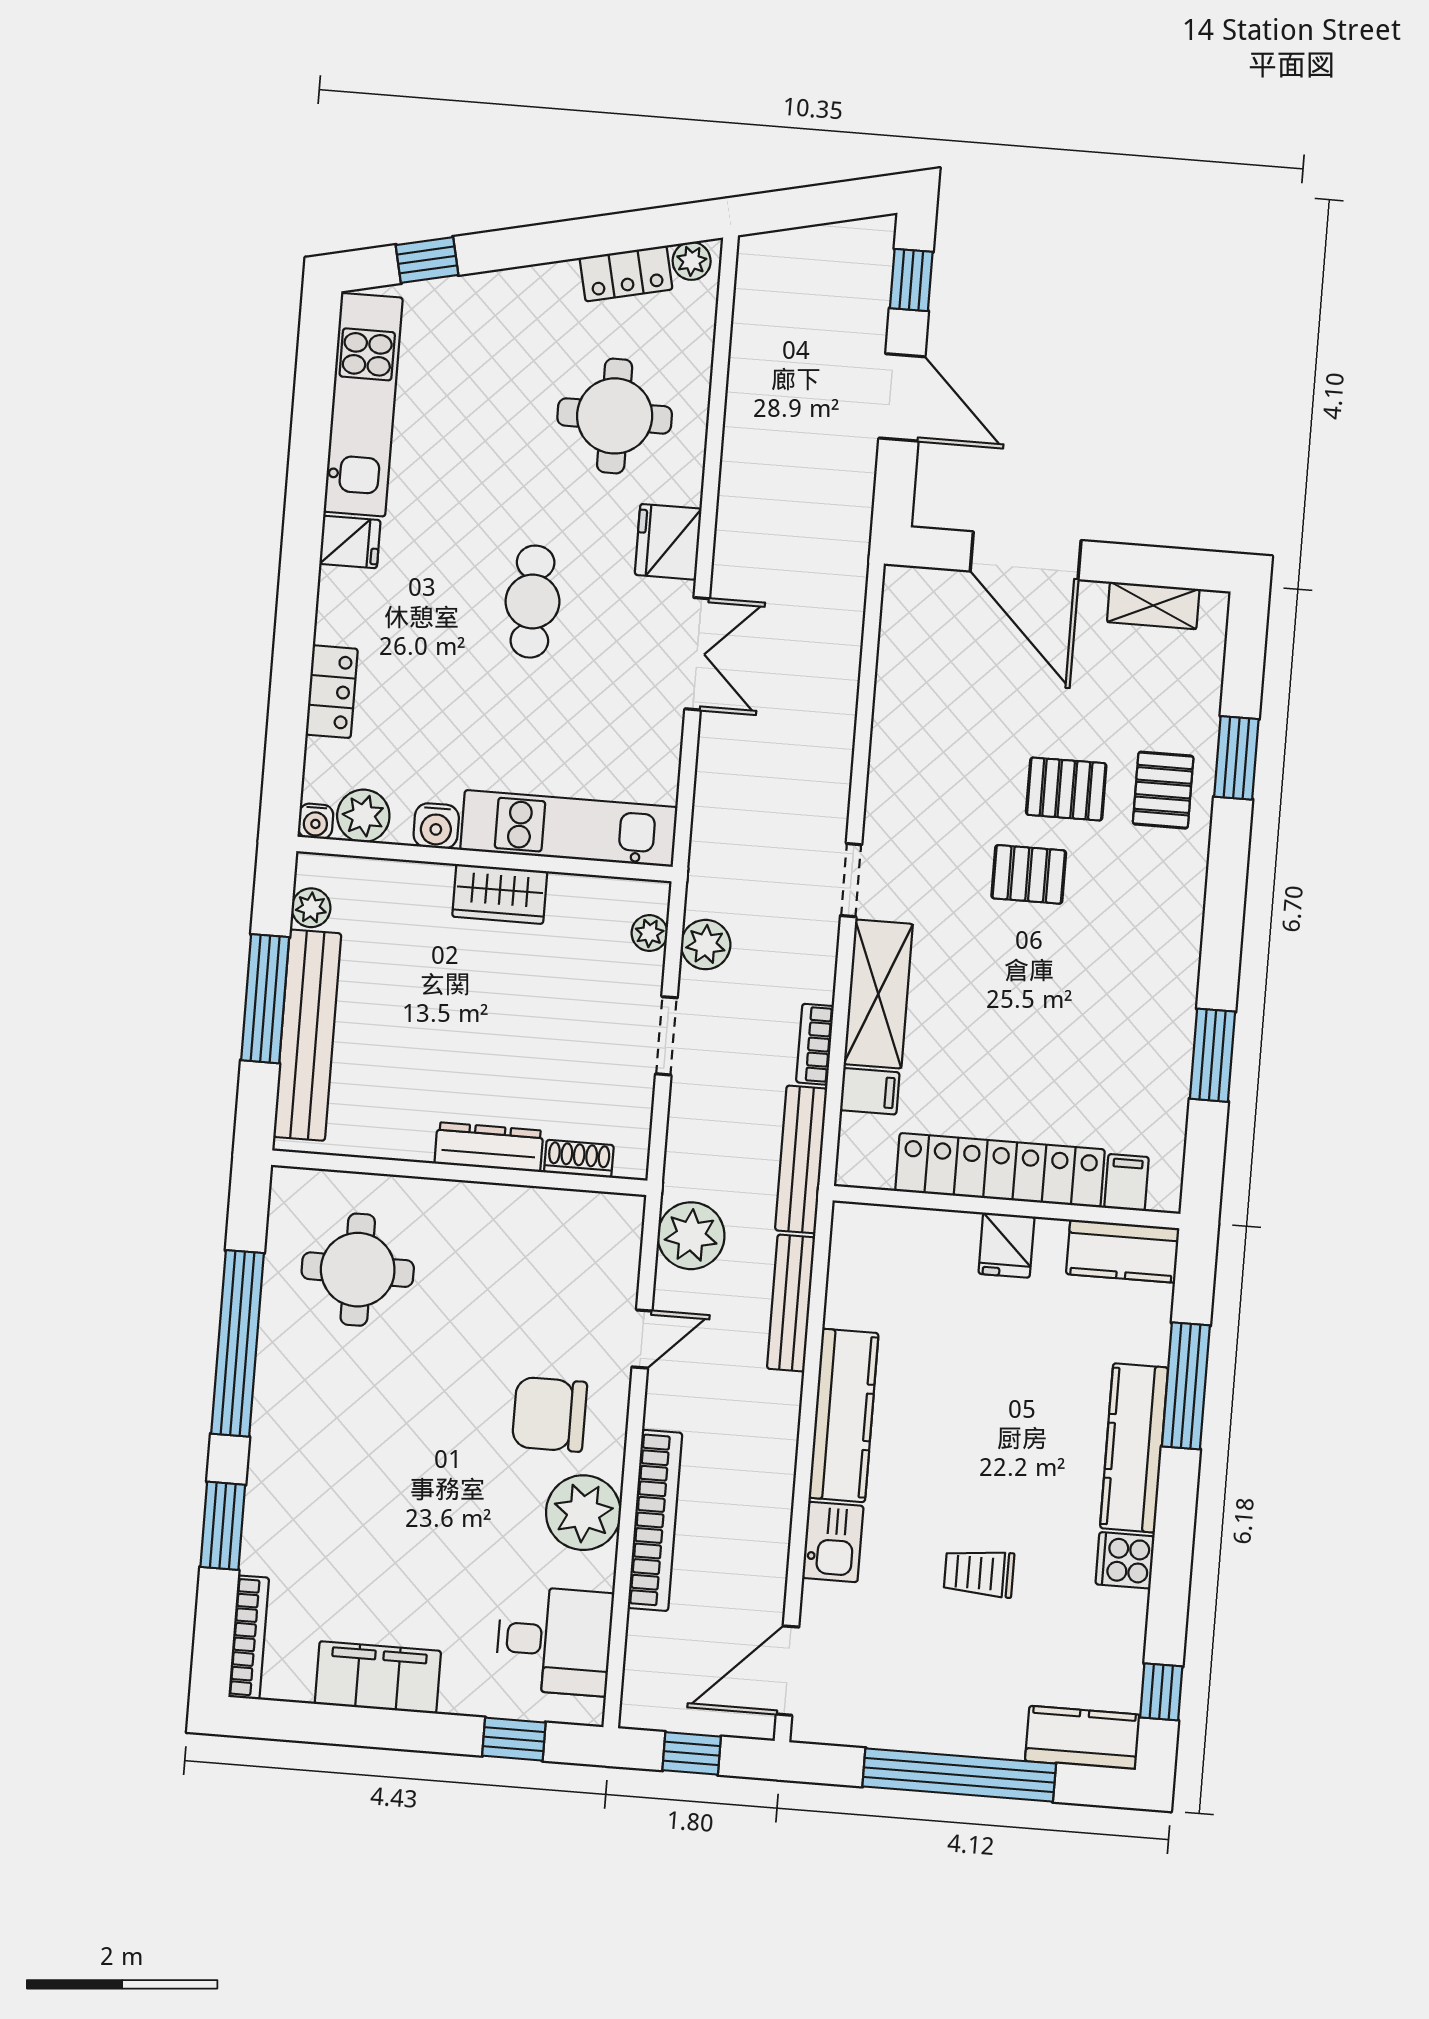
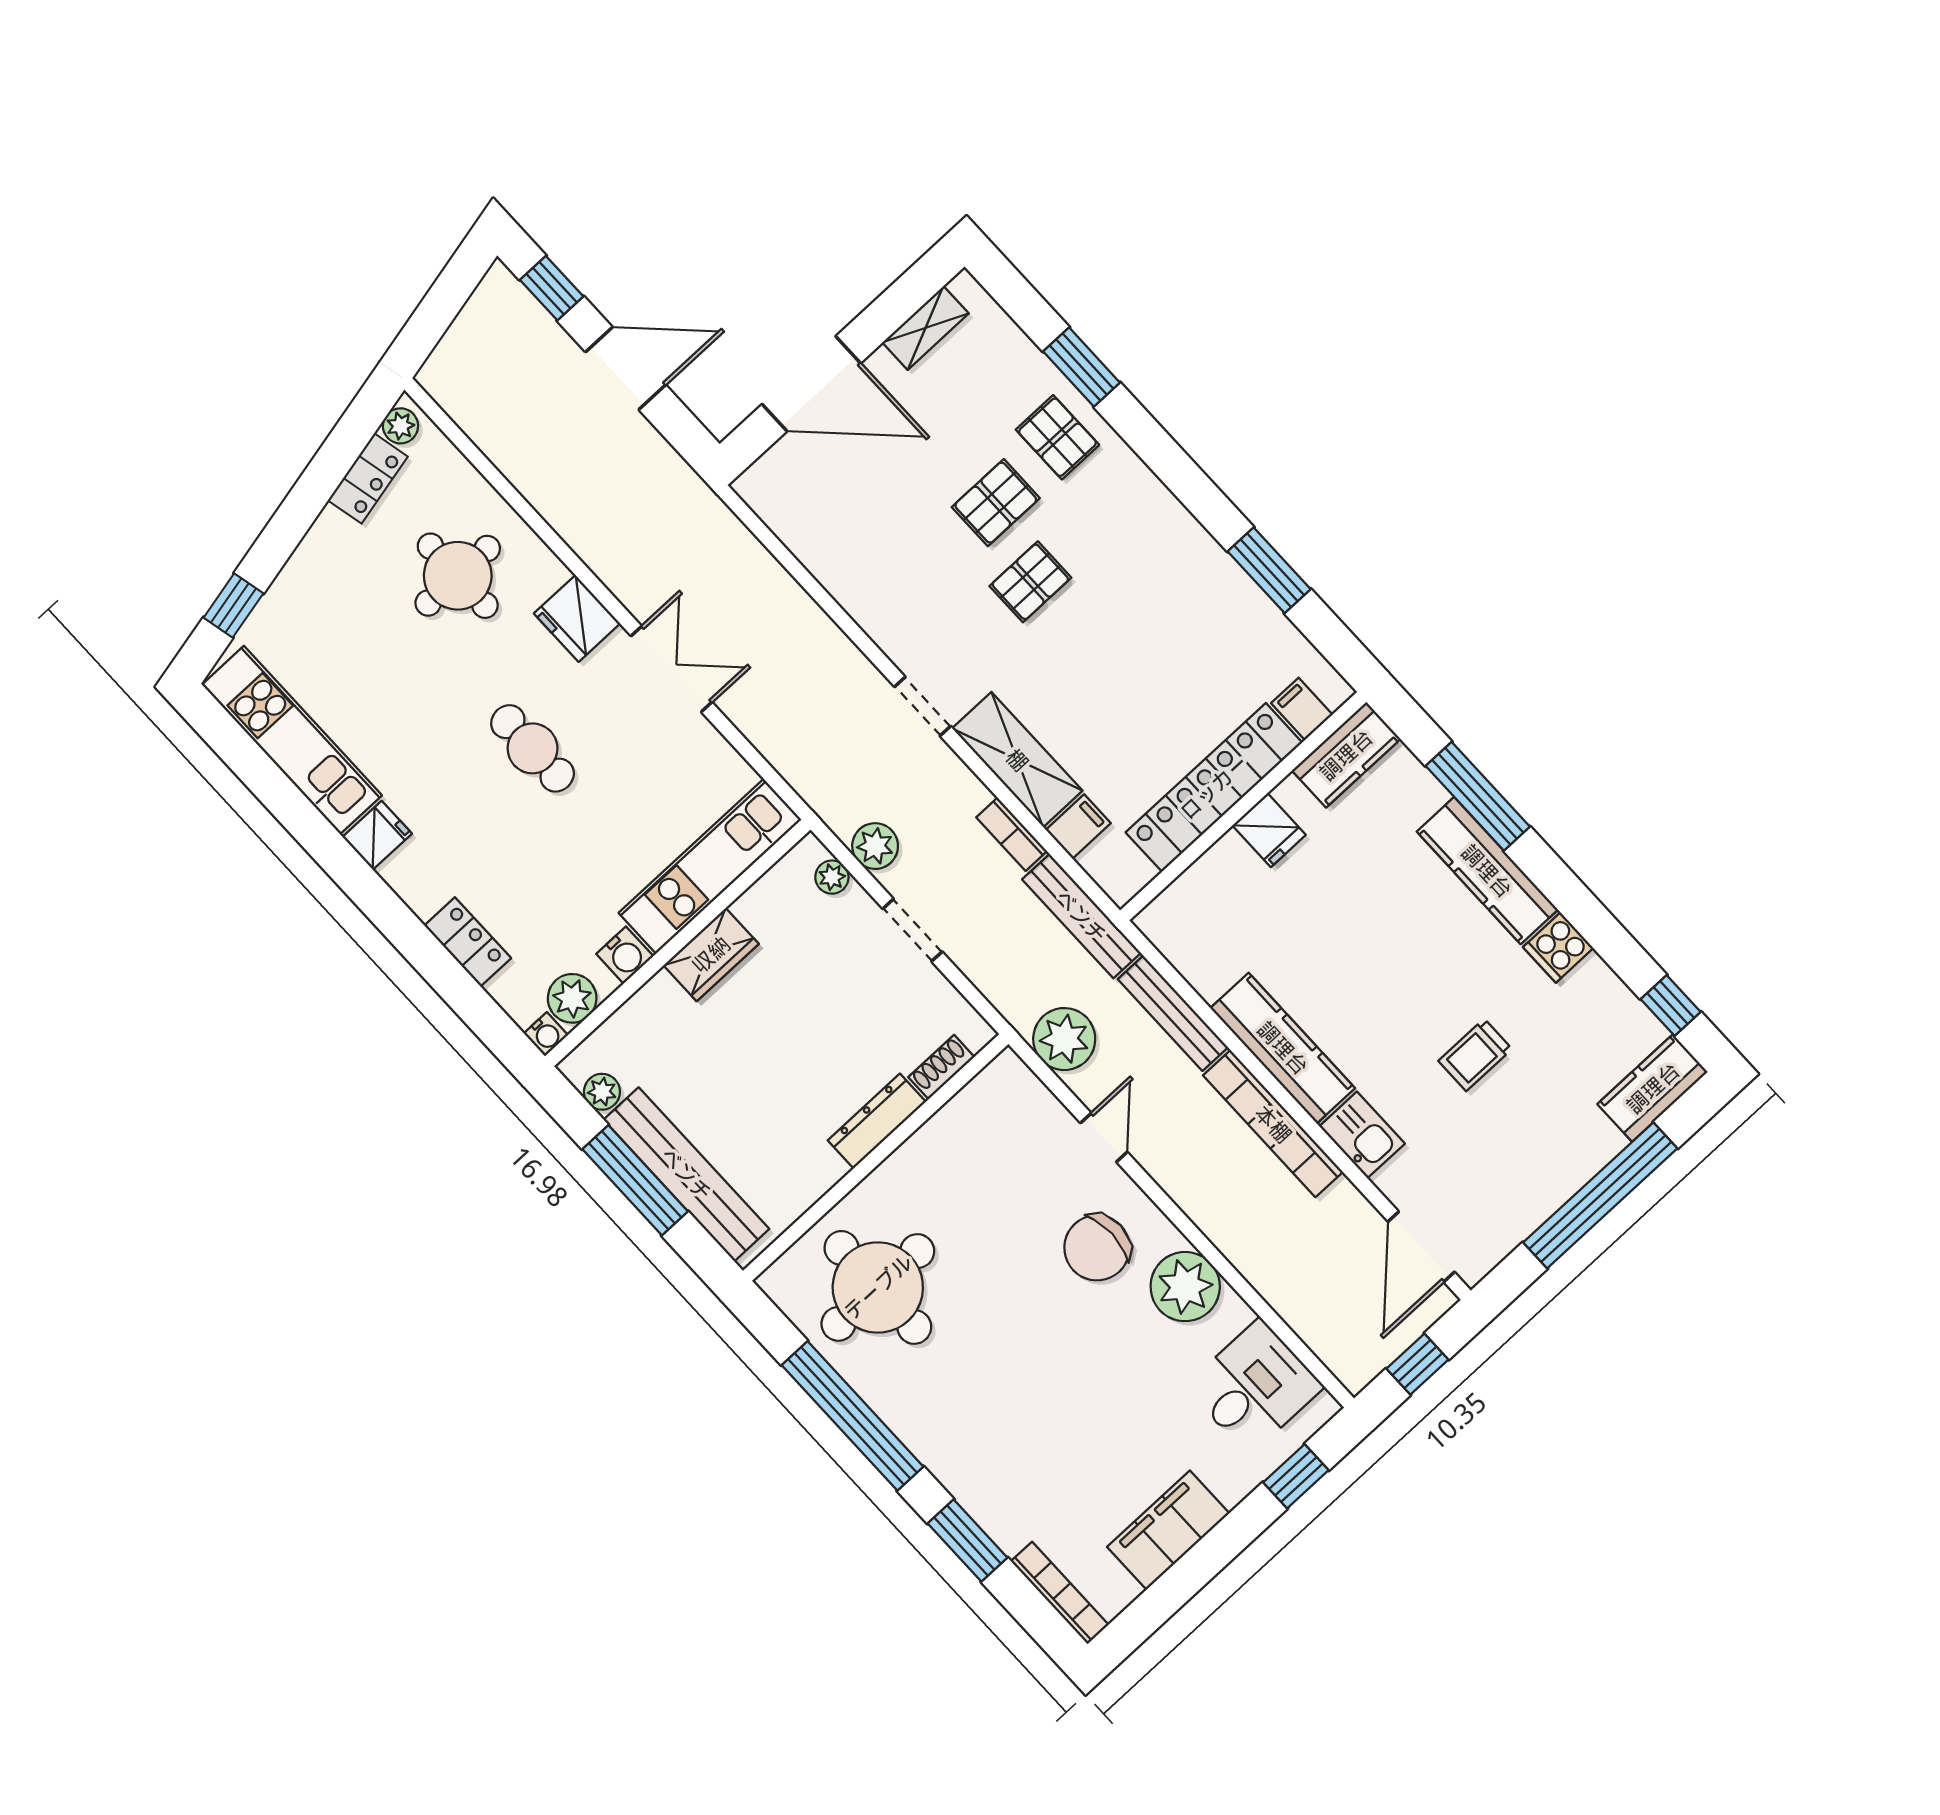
round table: (358, 1270) -> (878, 1287), width x1.36, depth x1.36
bookcase: (655, 1520) -> (1273, 1124), moved, turned 180

